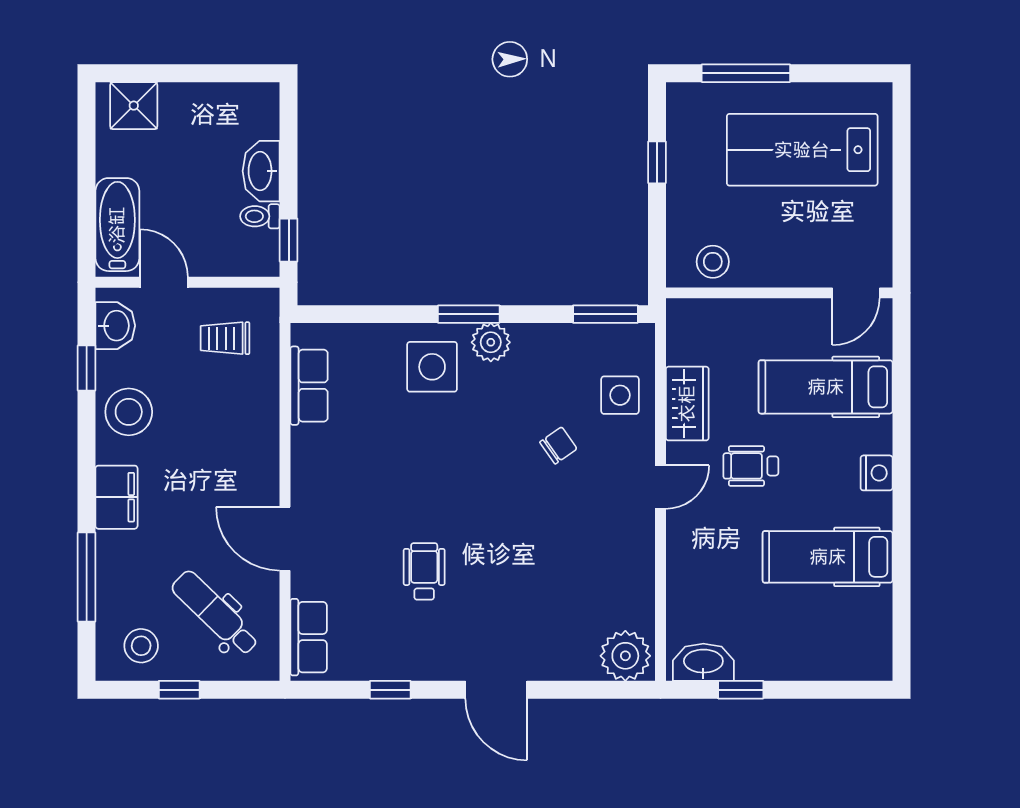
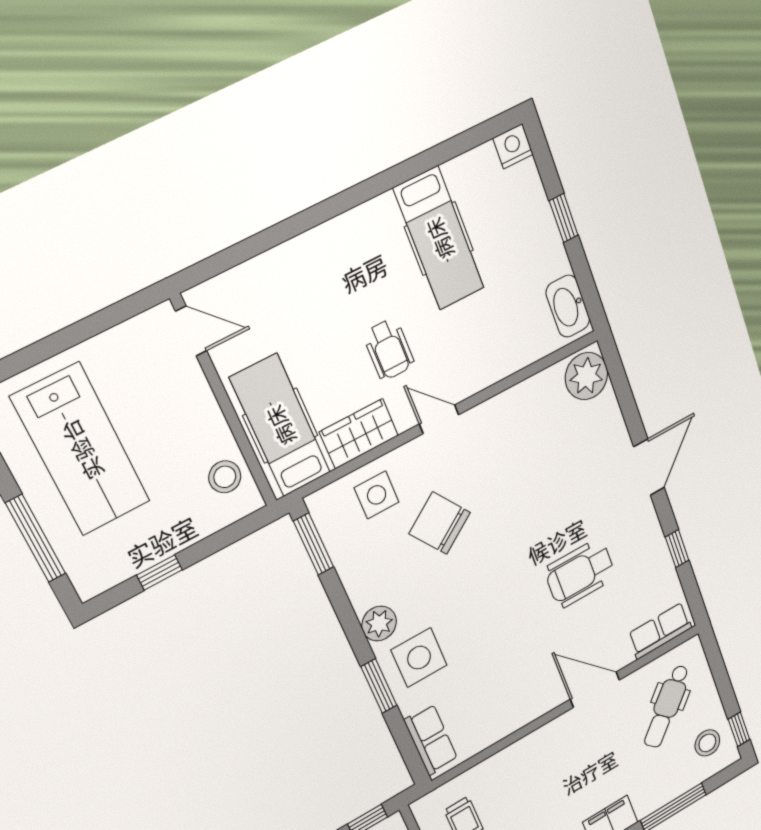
window: (469, 314) -> (379, 686), moved
row of seats: (309, 386) -> (431, 740), moved, turned 90
hospital bed: (826, 387) -> (280, 426), moved, turned 180
chair: (558, 445) -> (440, 523), width x1.87, depth x1.87
nightstand: (877, 473) -> (513, 146), moved
door: (285, 539) -> (595, 690), swing flipped
wheelchair: (424, 571) -> (580, 573), width x1.36, depth x1.37
window: (179, 690) -> (739, 729), moved
window: (741, 690) -> (564, 218), moved

